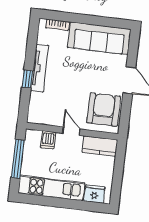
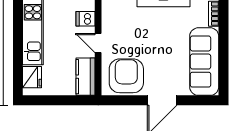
armchair: (104, 110) -> (126, 76), turned -90
door: (71, 131) -> (98, 43), swing flipped

